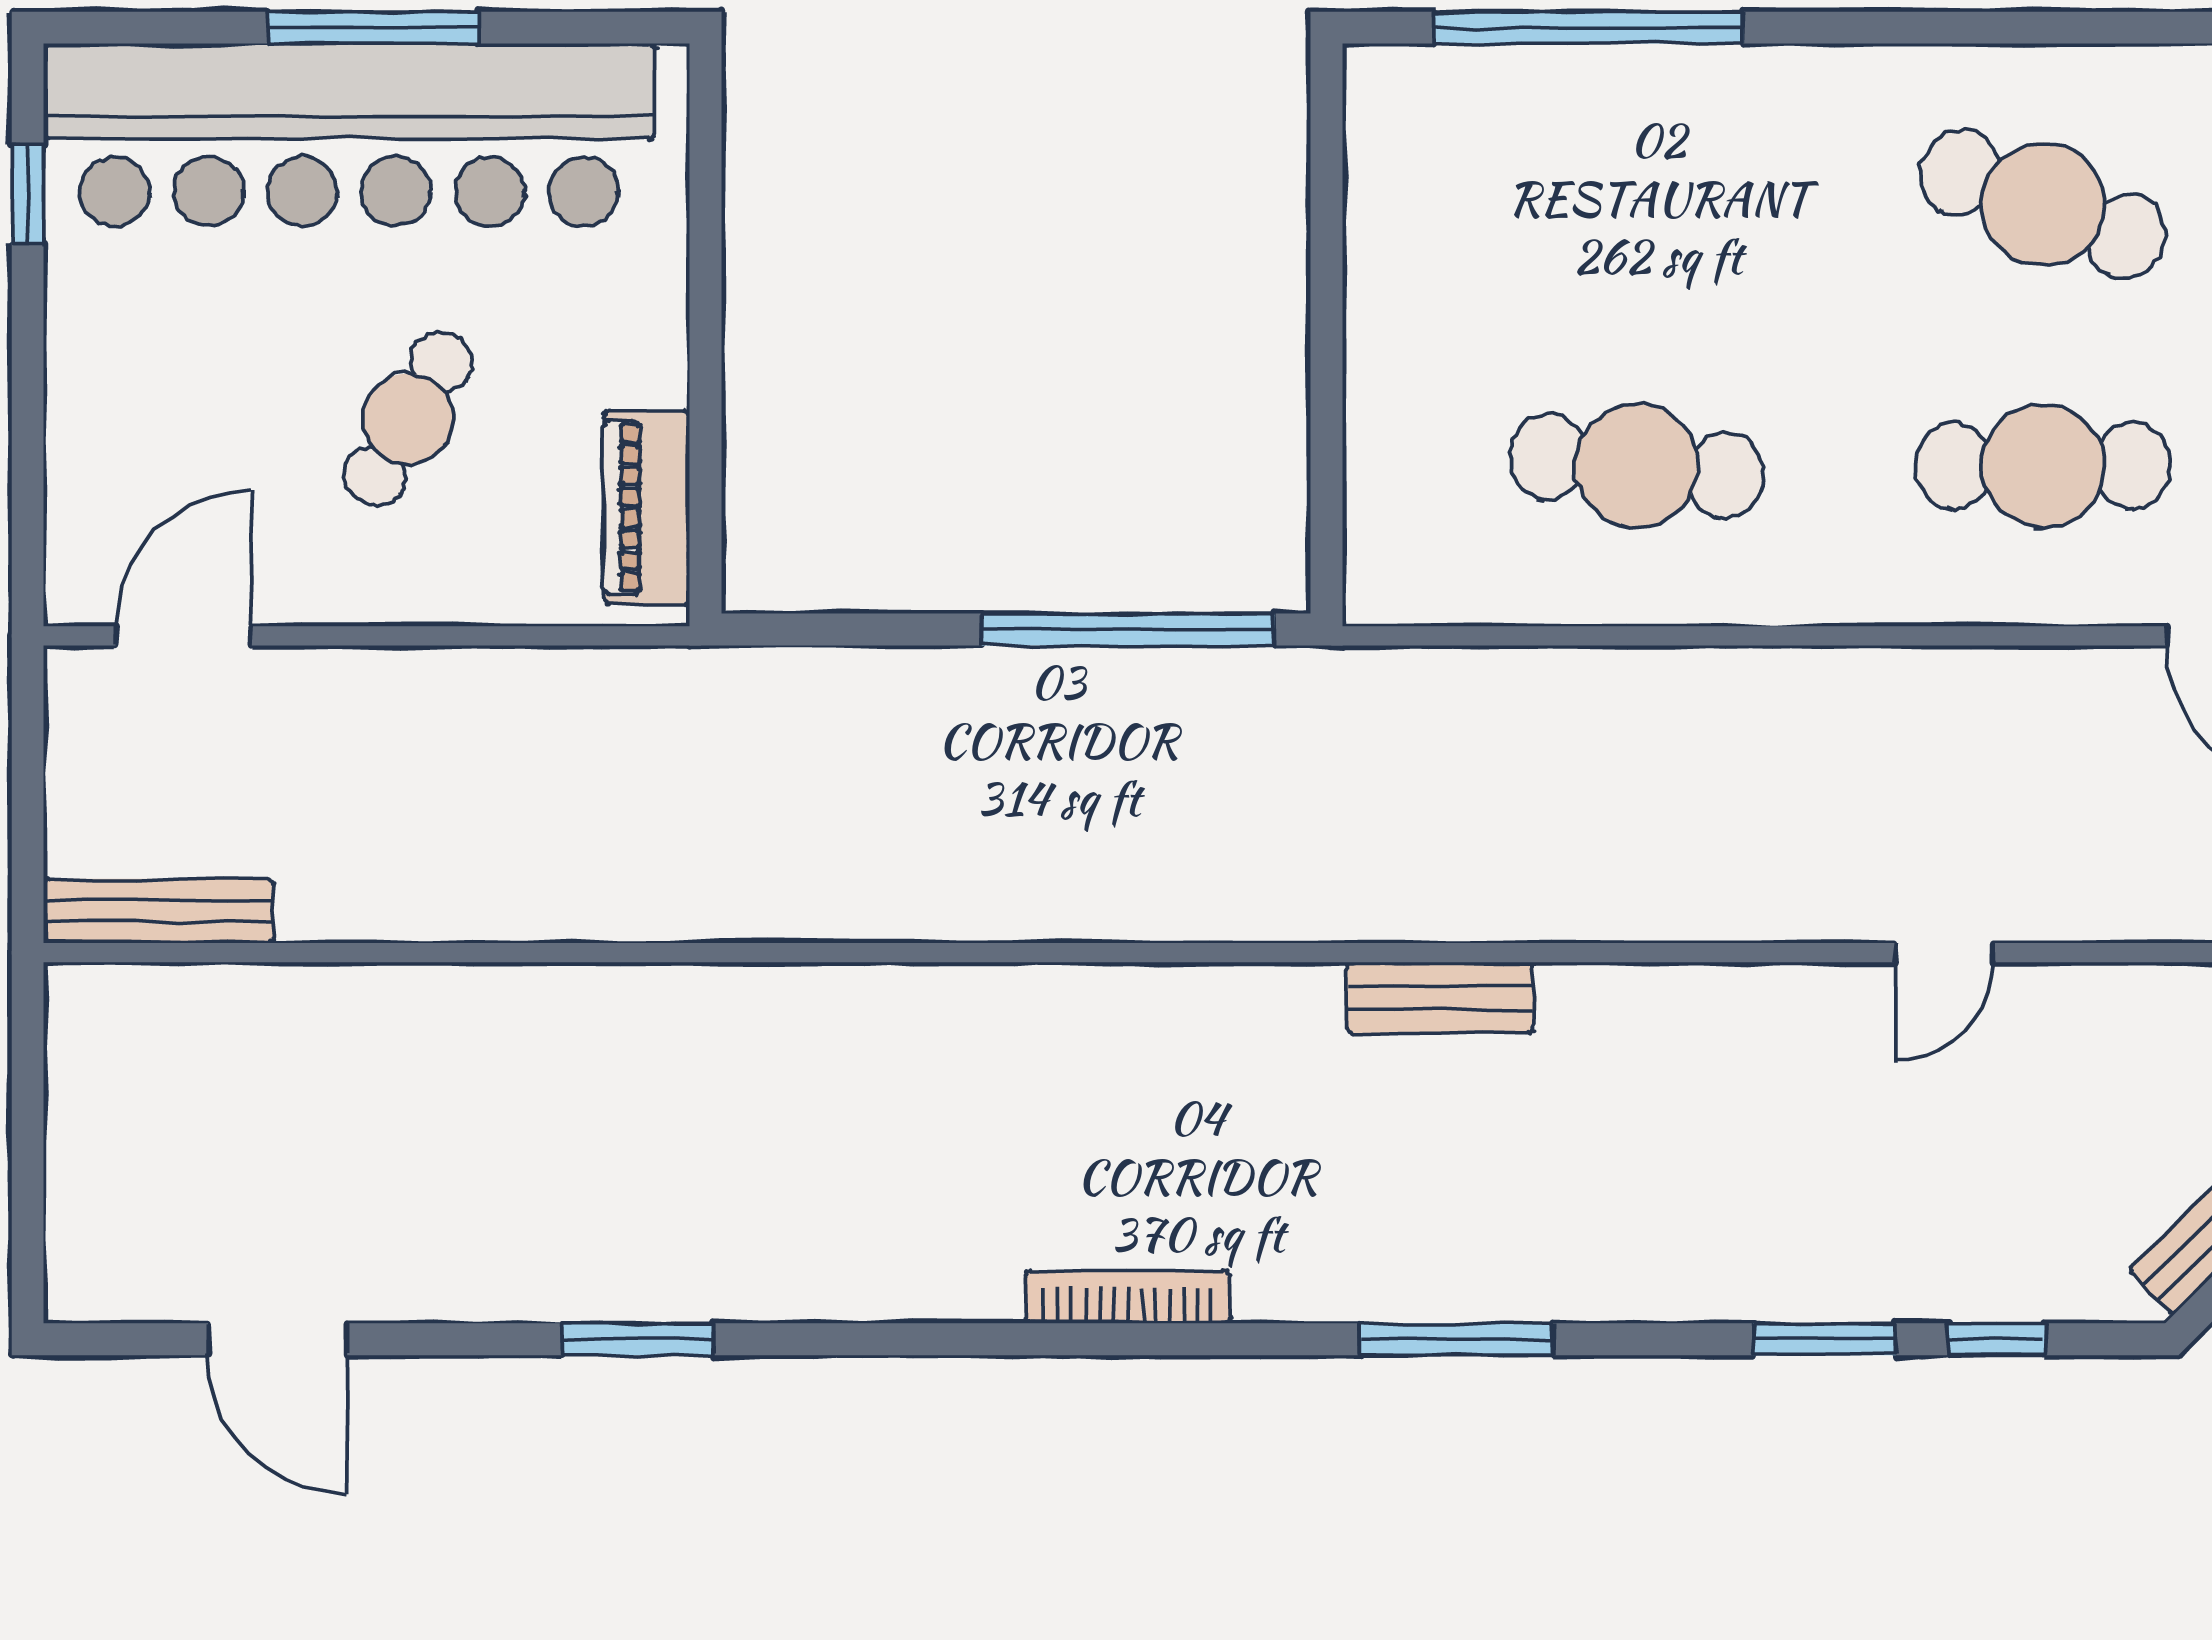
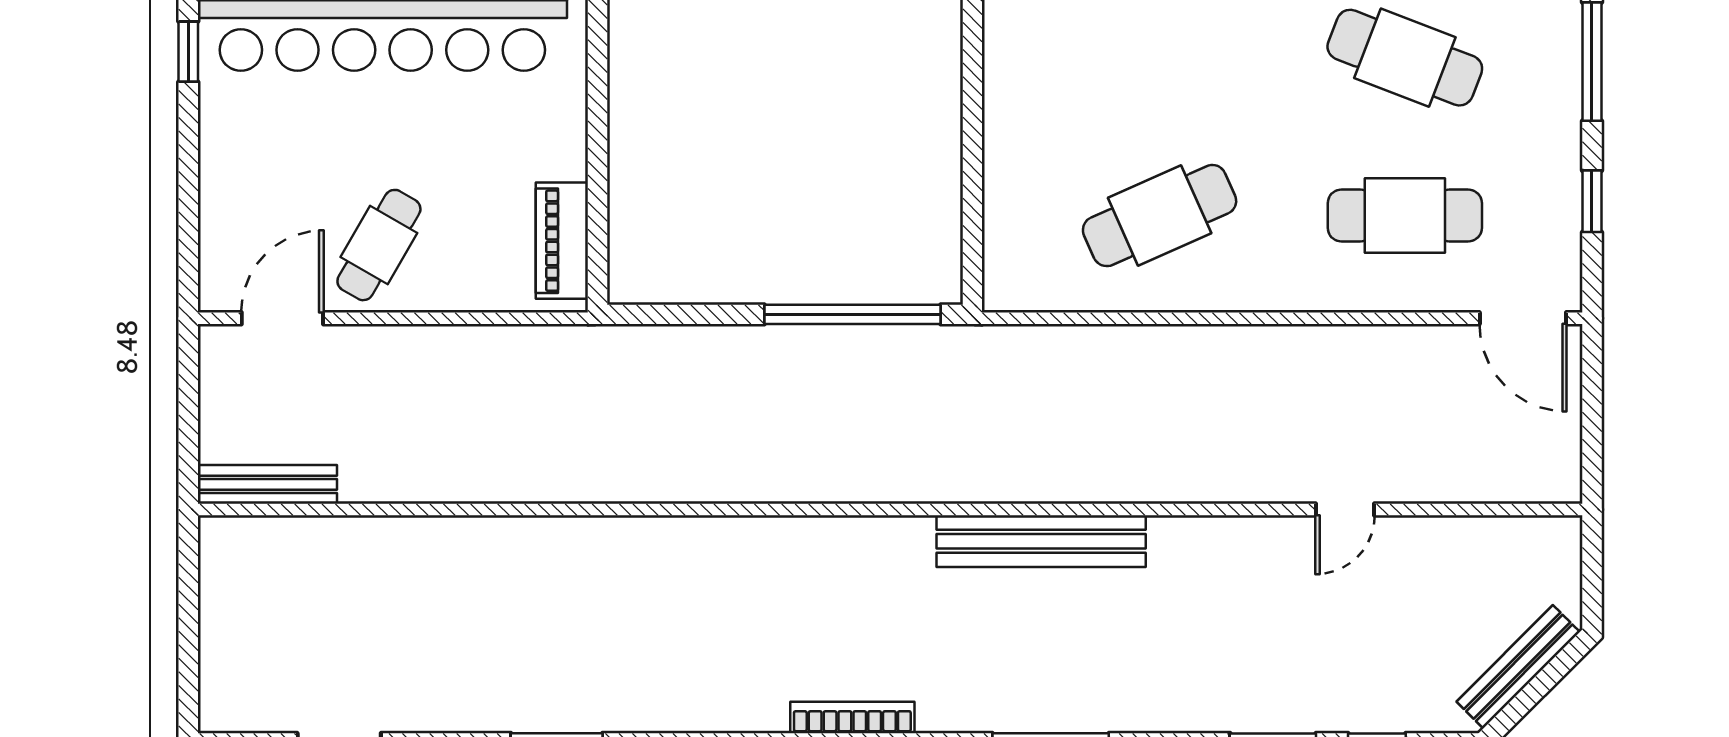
cafe table: (408, 419) -> (379, 245), moved
cafe table: (1637, 466) -> (1160, 216), turned -30
bench: (1440, 998) -> (1041, 541), width x1.86, depth x1.21

